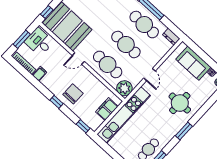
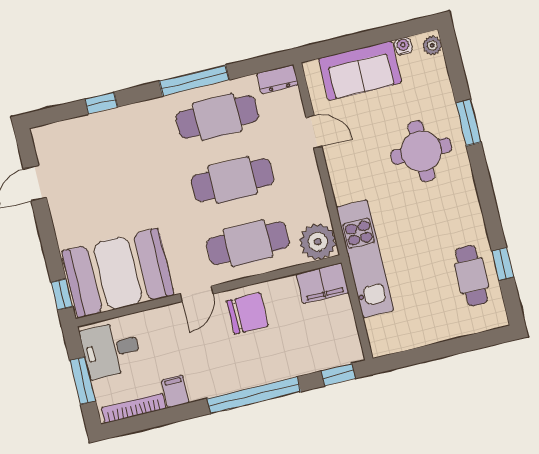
door: (149, 75) -> (314, 132), moved
chair: (73, 94) -> (247, 313), moved, turned 90
window: (57, 102) -> (254, 395), width x3.17
filing cabinet: (107, 109) -> (322, 283), moved, turned -90
kitchen unit: (124, 115) -> (365, 259), width x0.73
window: (184, 131) -> (468, 123), moved

